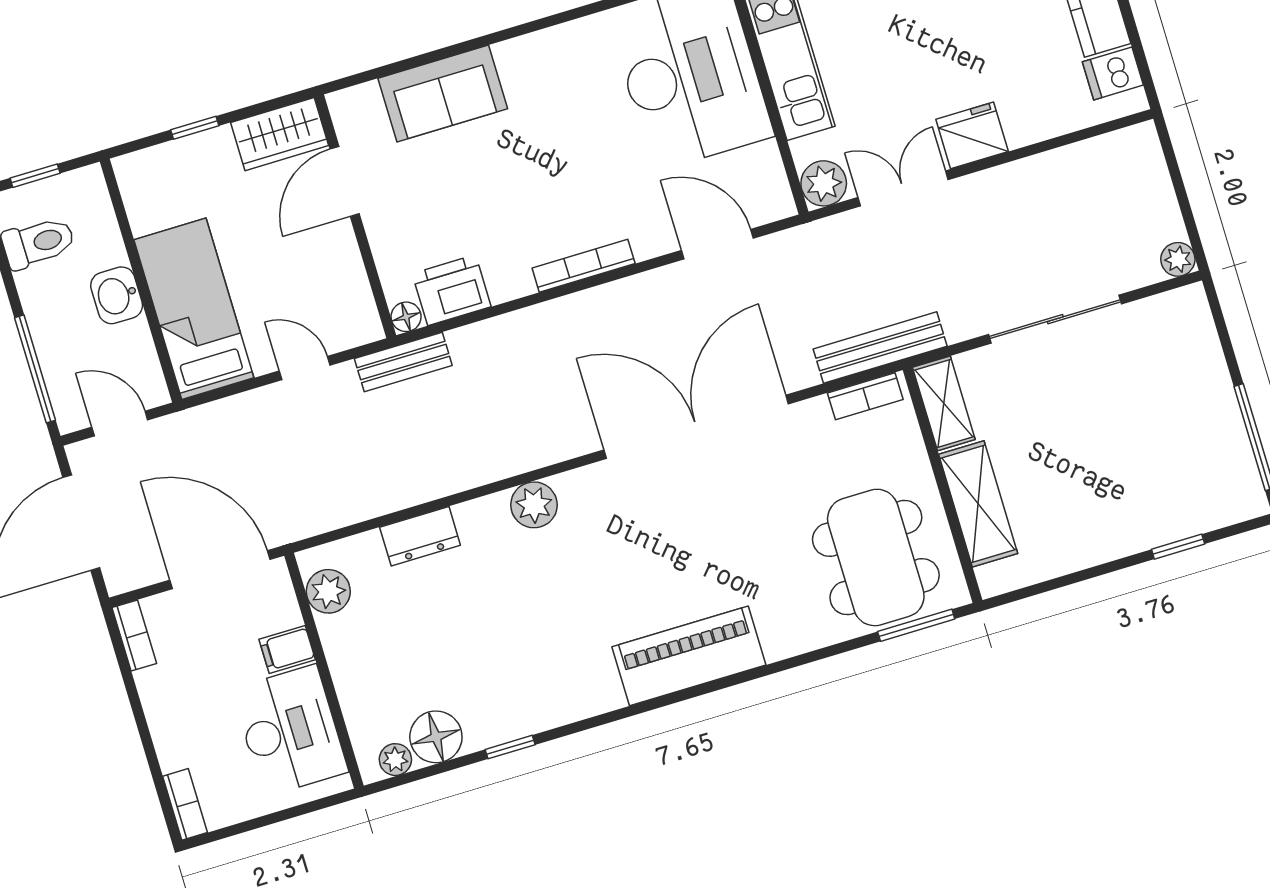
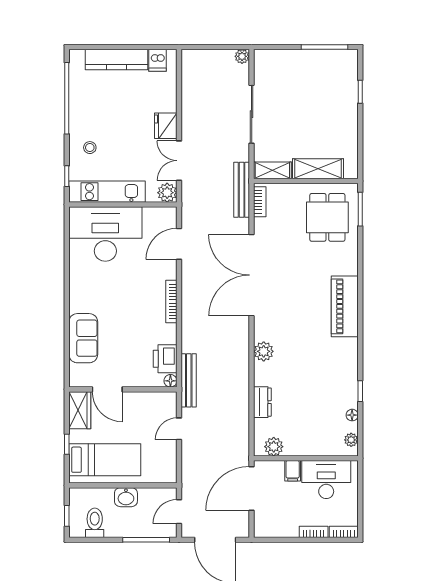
bed: (194, 309) -> (105, 460), moved, turned 180
bench: (403, 362) -> (189, 380), width x1.36
dining table: (876, 557) -> (327, 217), width x0.73
bookcase: (134, 635) -> (314, 532), moved
floor lamp: (436, 737) -> (352, 415), width x0.53, depth x0.53

